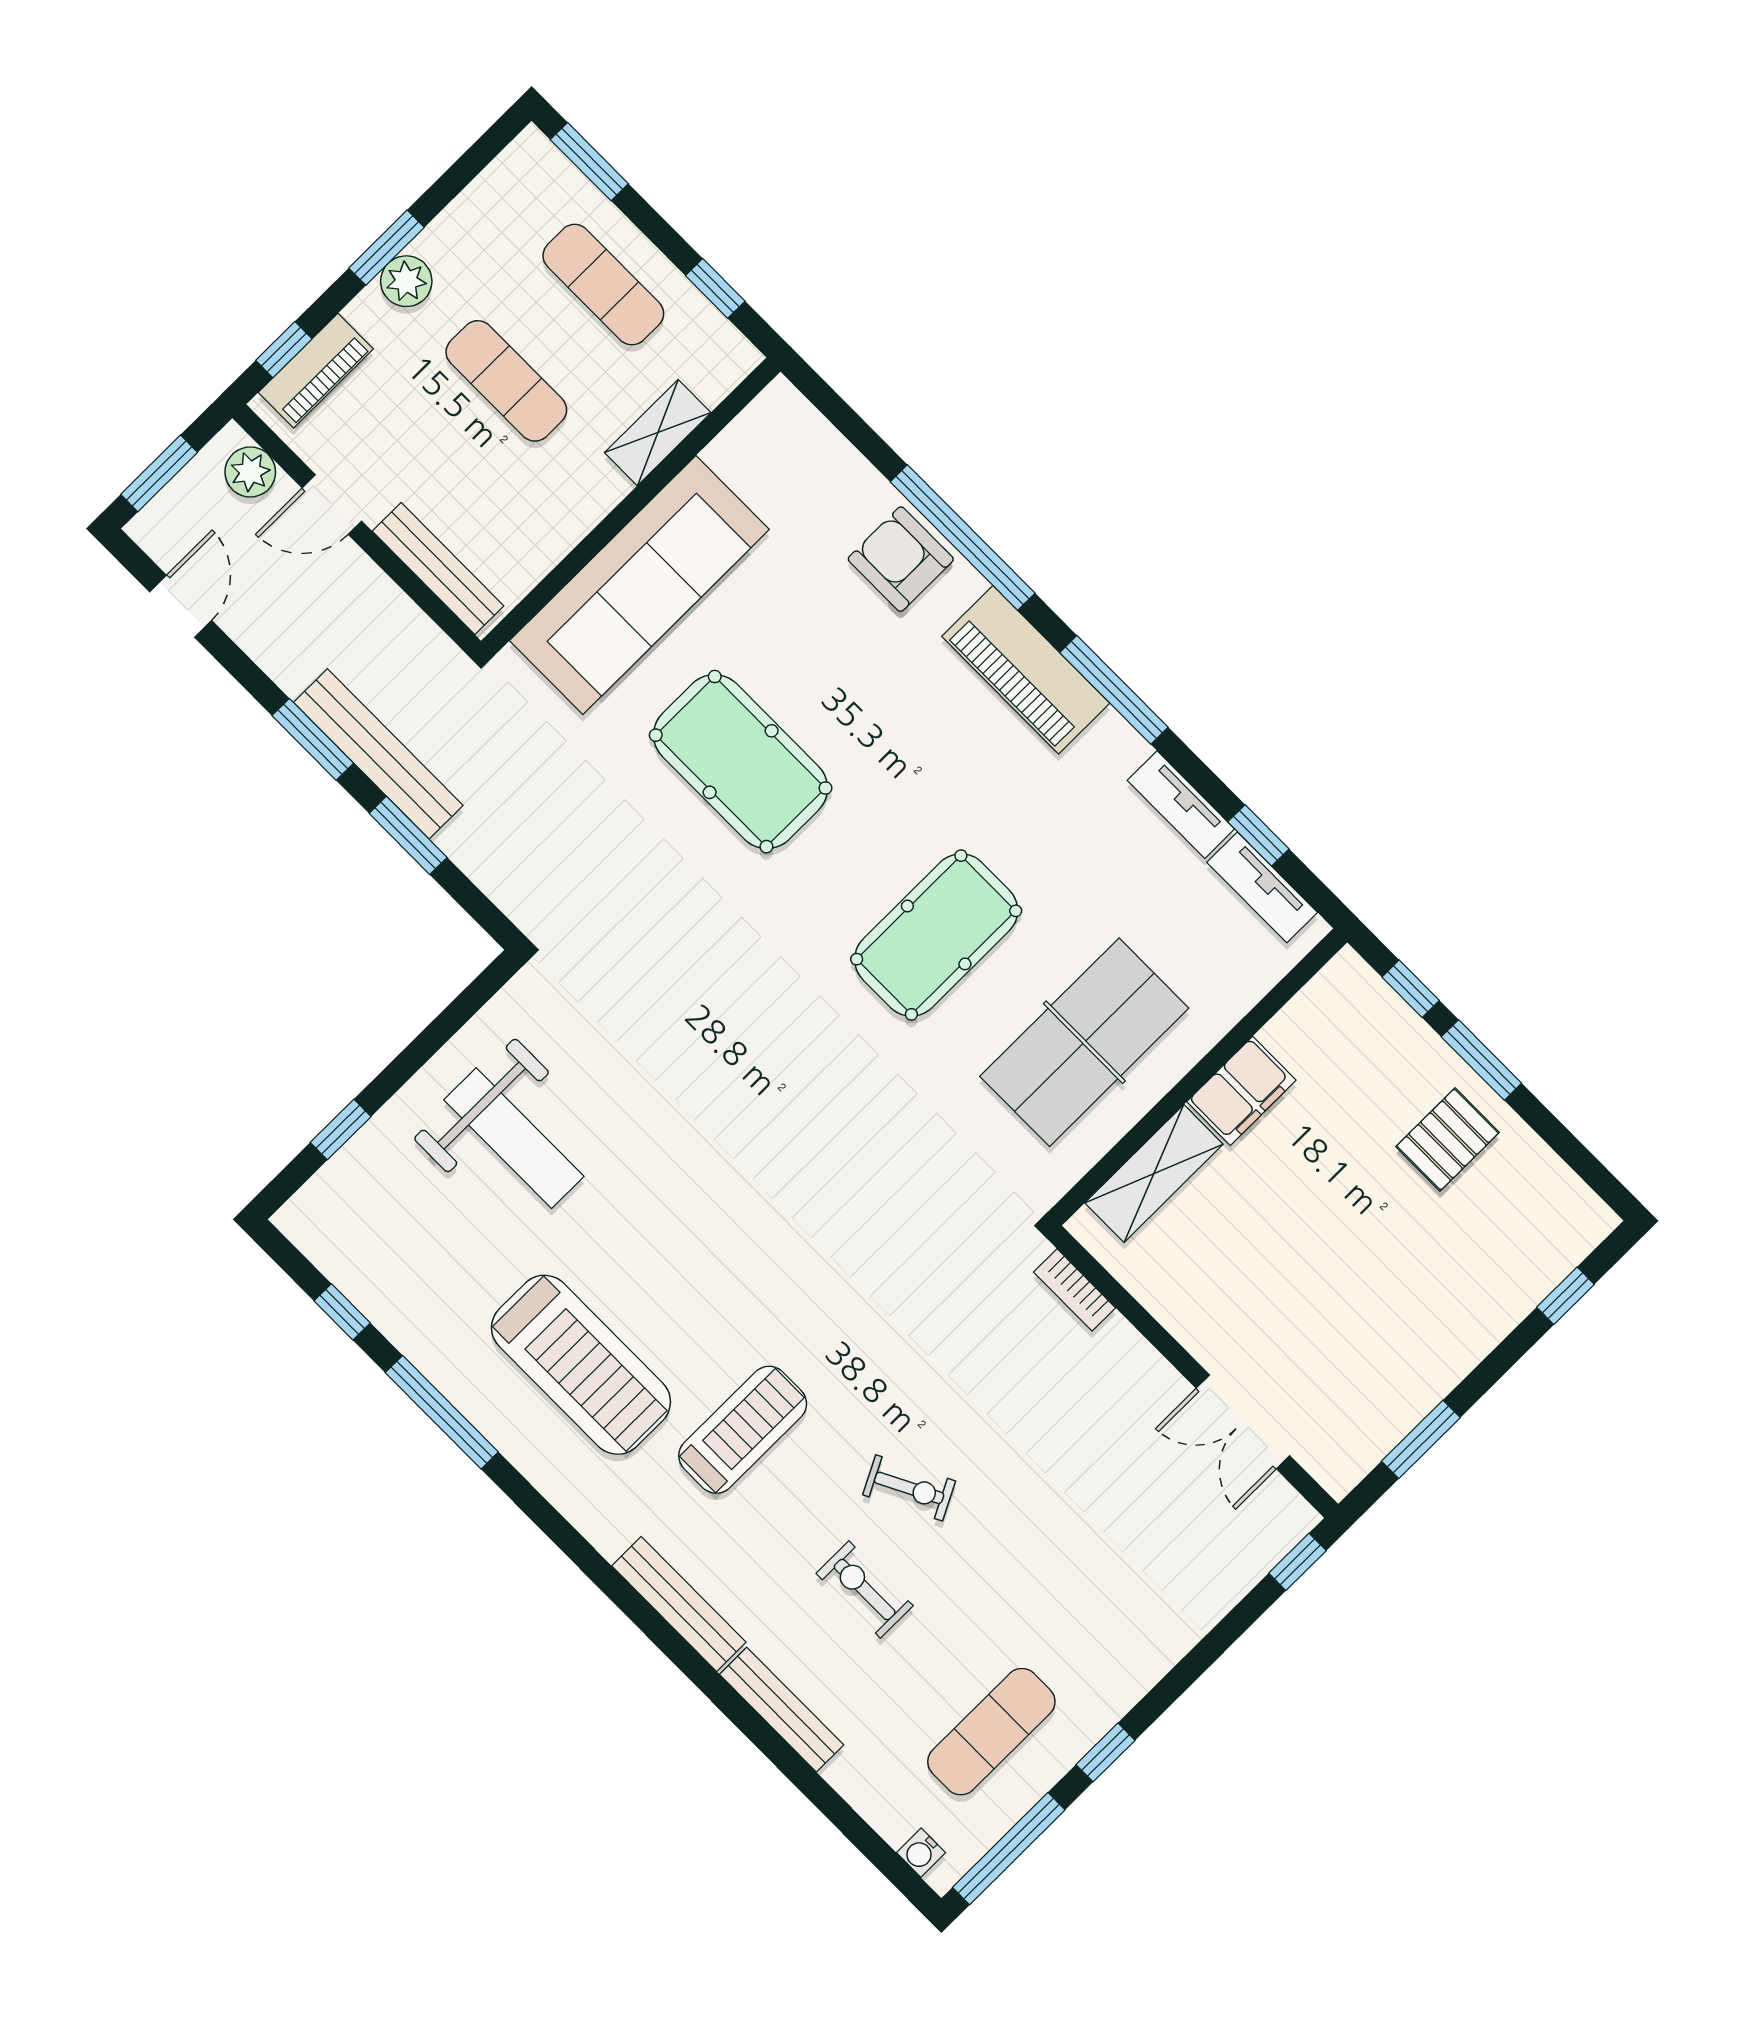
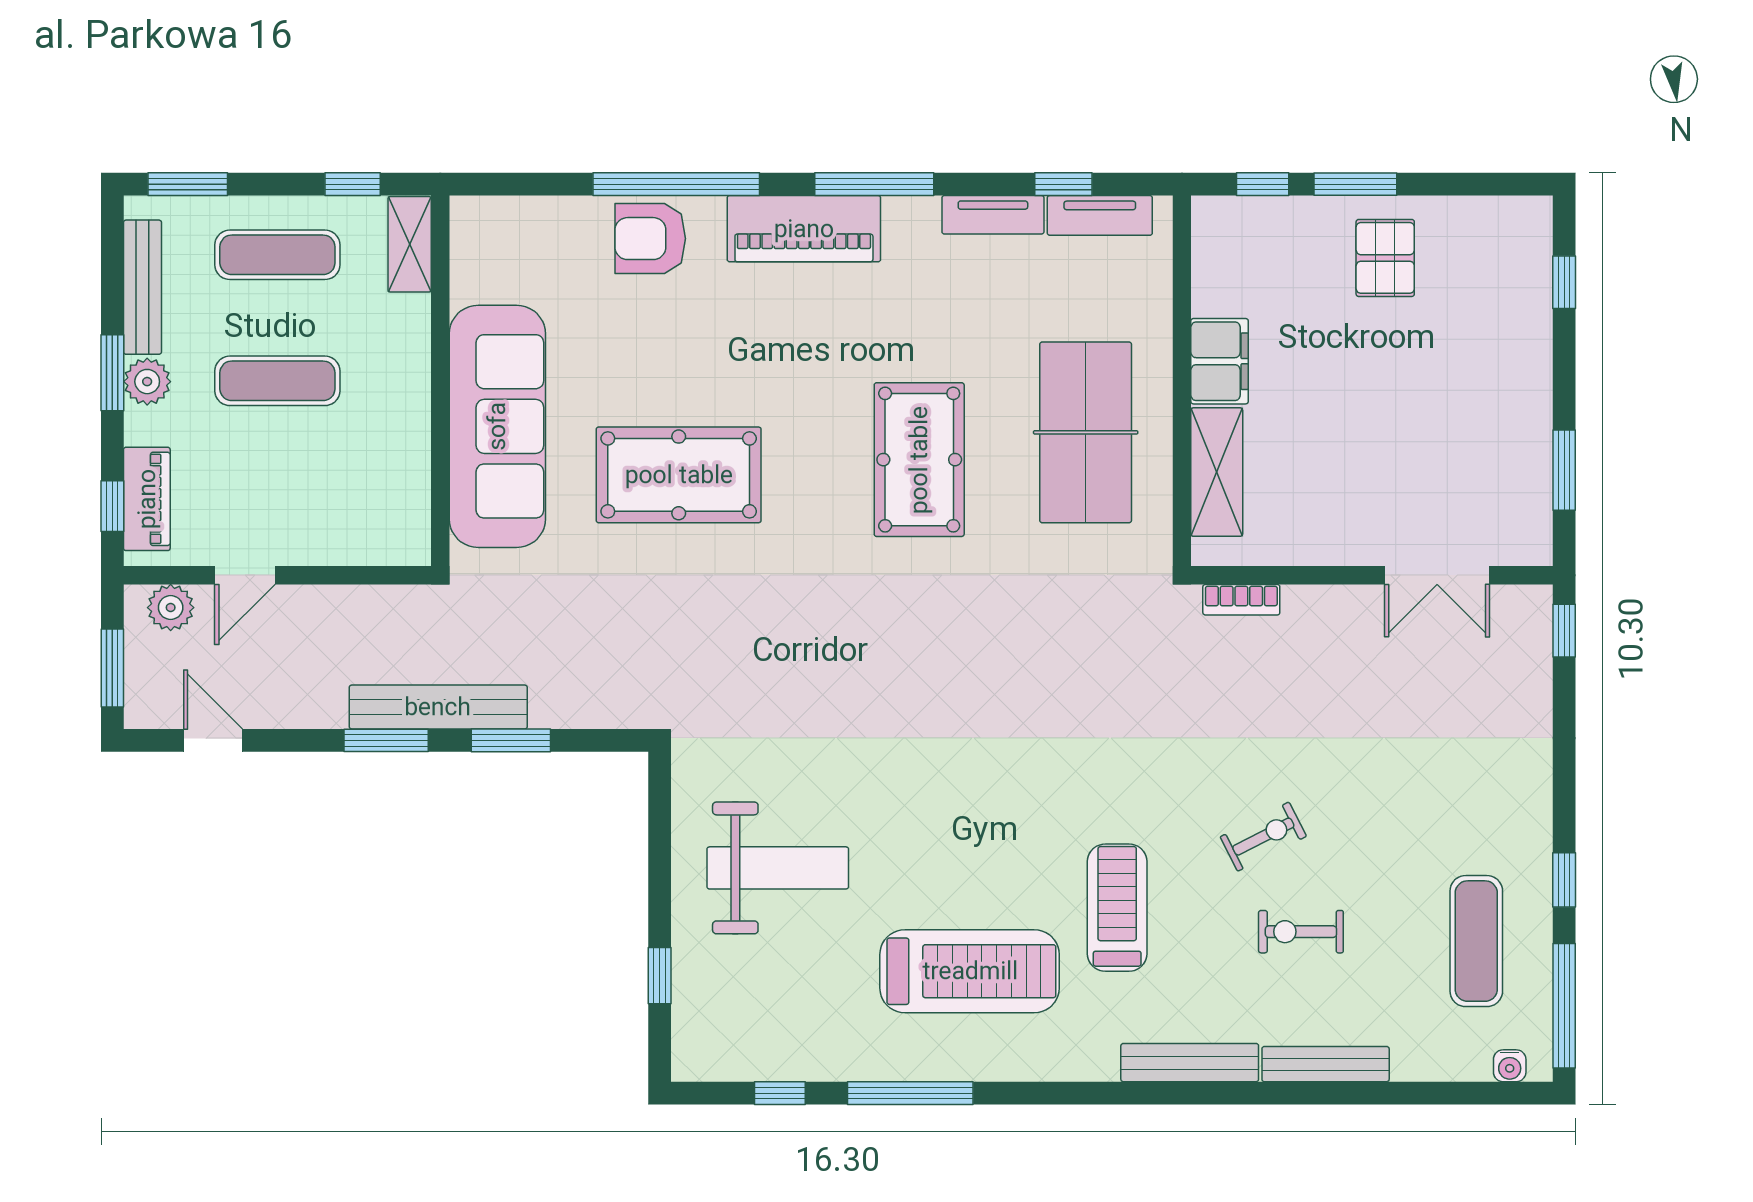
shelving: (658, 433) -> (410, 244), moved
bench: (438, 568) -> (142, 287), moved, turned 90

